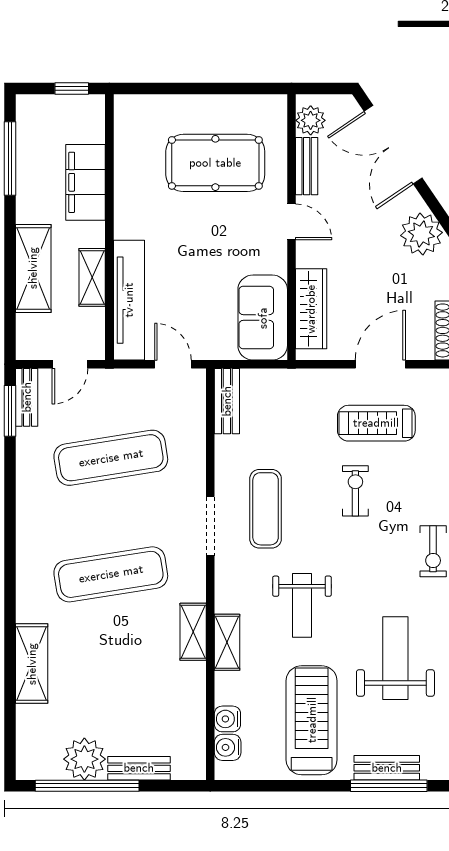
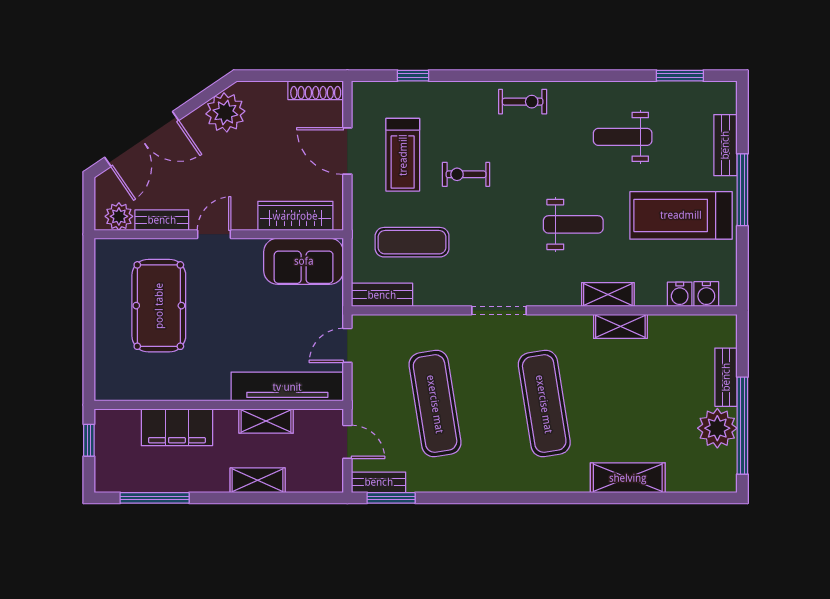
shelving: (33, 268) -> (258, 480), width x0.67, depth x0.75
exercise mat: (266, 509) -> (412, 242), moved
shelving: (193, 632) -> (620, 326), moved
weight bench: (395, 658) -> (623, 137), width x0.73, depth x0.75
window: (389, 786) -> (742, 190), moved

